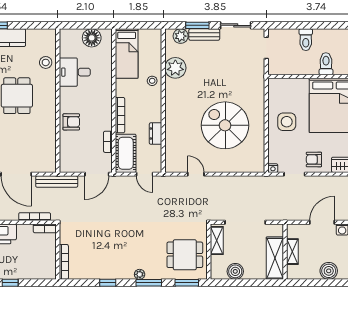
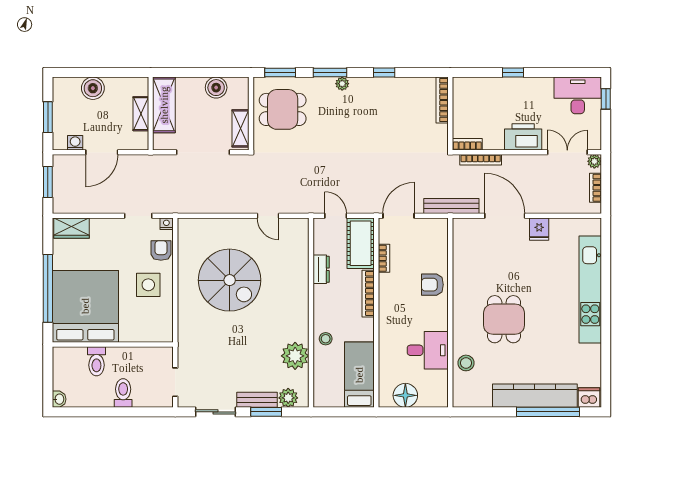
armchair: (314, 159) -> (161, 250), moved, turned -90

